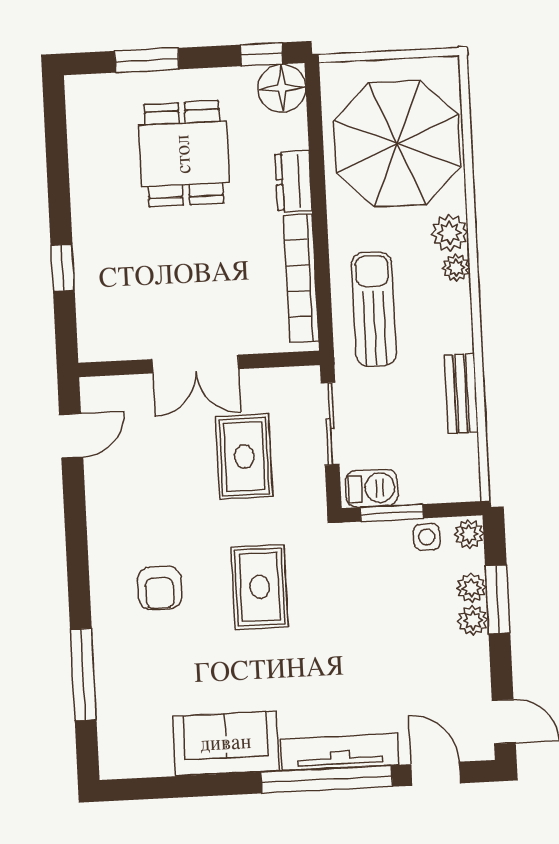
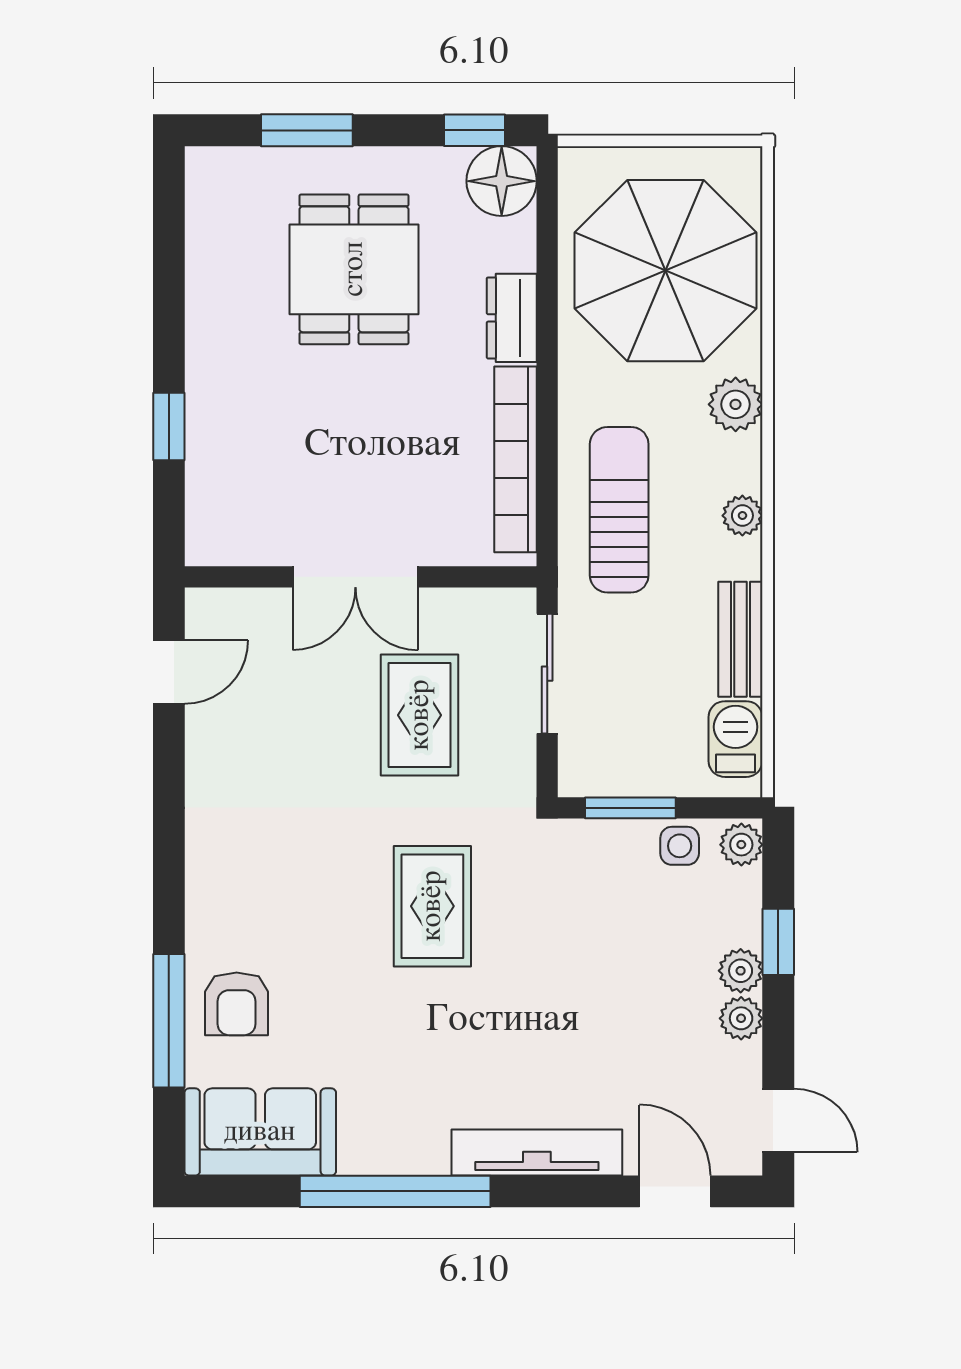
plant: (456, 268) -> (742, 516), moved
barbecue: (372, 488) -> (736, 739), moved, turned -90
armchair: (160, 588) -> (237, 1004), moved
plant: (472, 588) -> (741, 1018), moved
window: (498, 599) -> (778, 942), width x0.67
sofa: (226, 744) -> (260, 1132), moved
window: (327, 779) -> (395, 1191), moved

